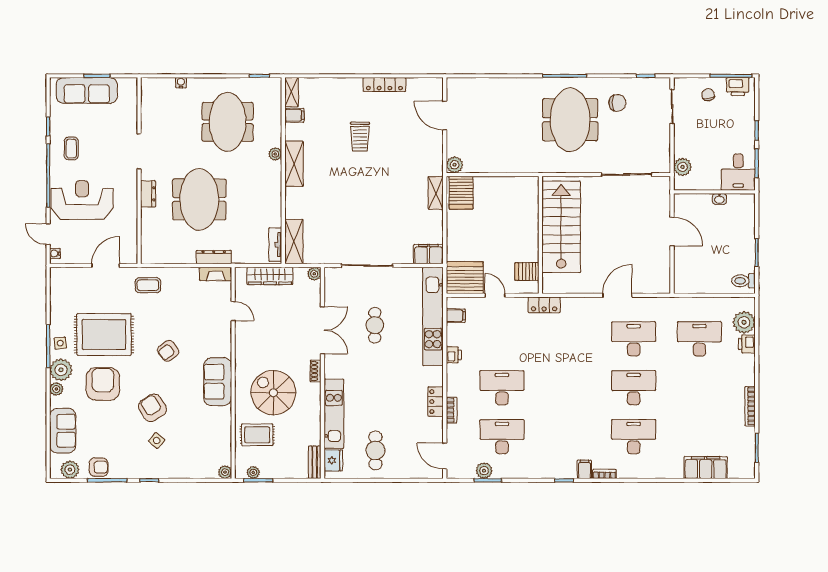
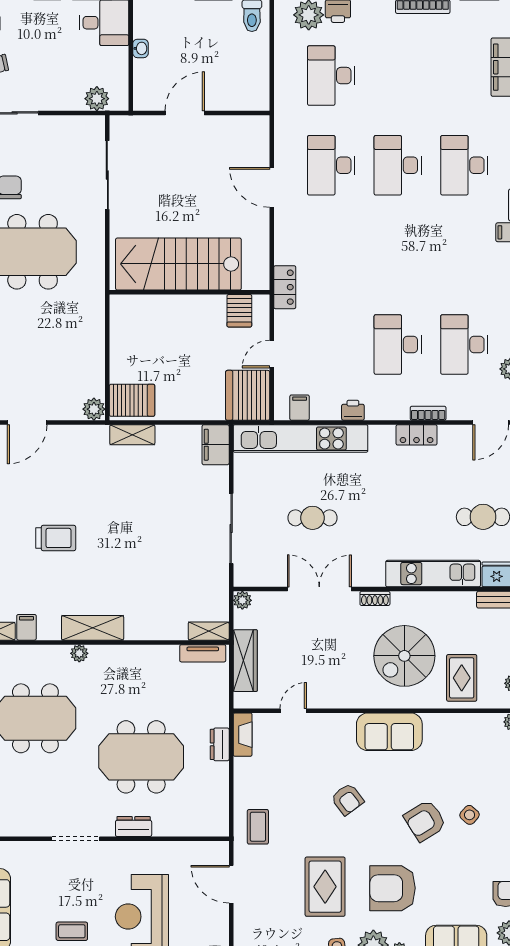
shelving: (294, 242) -> (209, 631), width x0.67, depth x0.75
dresser: (214, 257) -> (220, 744), width x0.70
rug: (104, 334) -> (325, 887), width x0.73, depth x0.69

